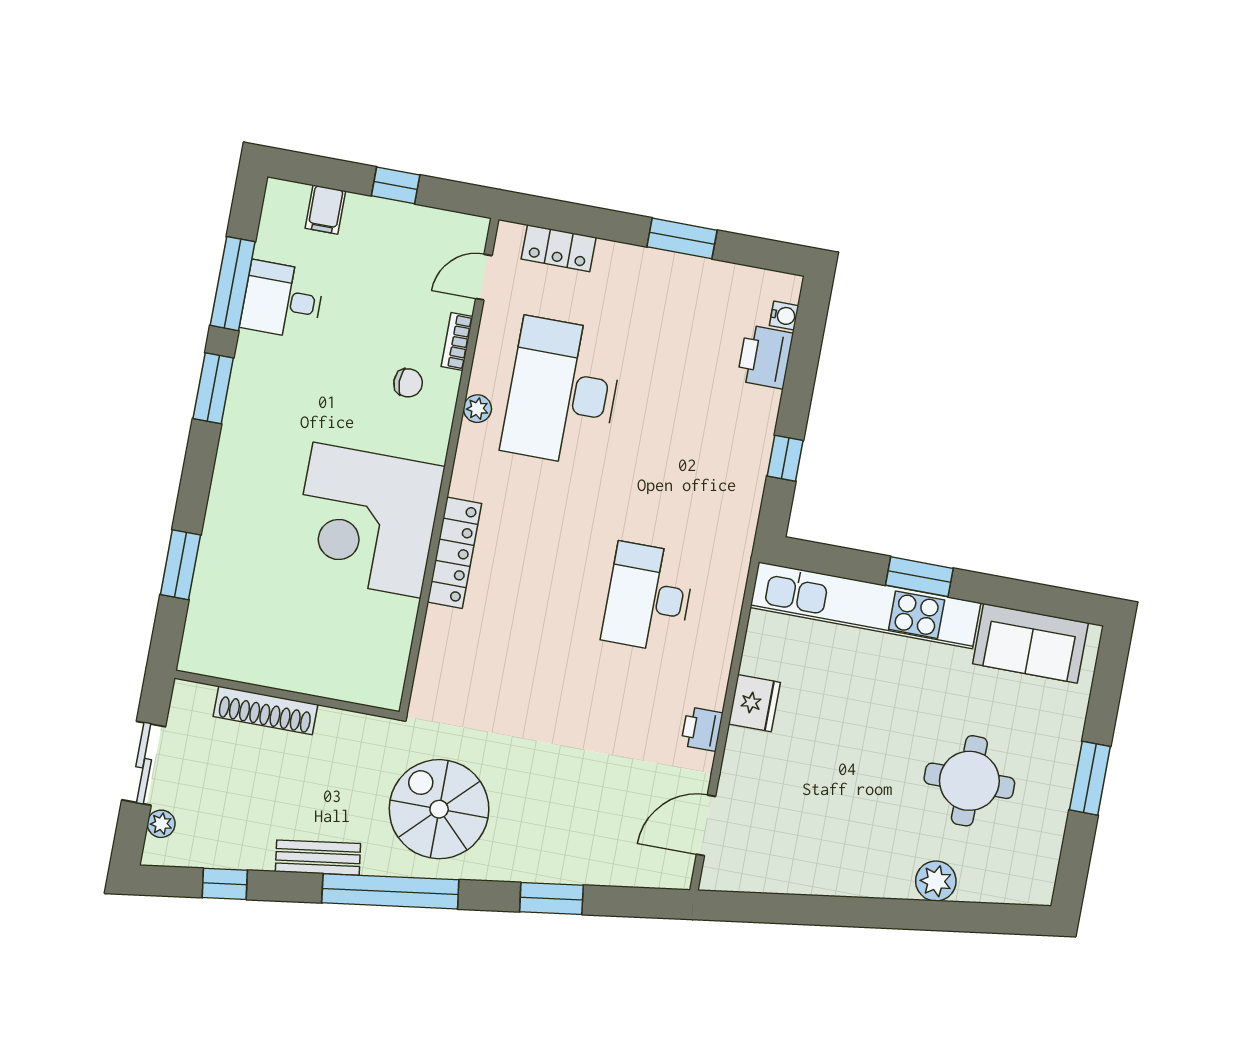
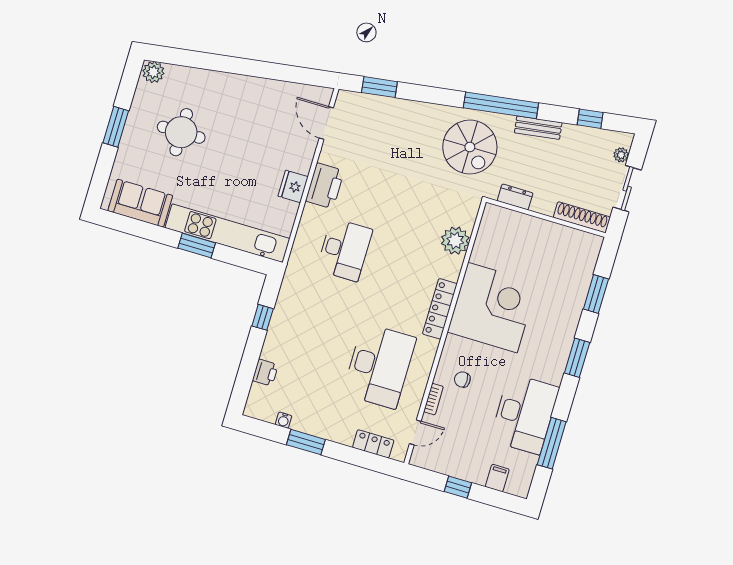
desk: (282, 300) -> (524, 414), width x1.87, depth x1.30
water cooler: (784, 316) -> (284, 420), moved, turned -90
printer: (765, 357) -> (265, 373), width x0.73, depth x0.81
window: (213, 388) -> (577, 358), moved
plant: (477, 409) -> (455, 241), moved, width x1.88, depth x1.88
locker: (455, 553) -> (440, 309), moved
shoe rack: (266, 710) -> (582, 217), moved
dresser: (347, 727) -> (515, 197), added
printer: (702, 729) -> (325, 186), width x1.87, depth x1.48
door: (706, 825) -> (326, 123), swing flipped
plant: (936, 881) -> (153, 72), moved
window: (551, 898) -> (379, 87), moved

